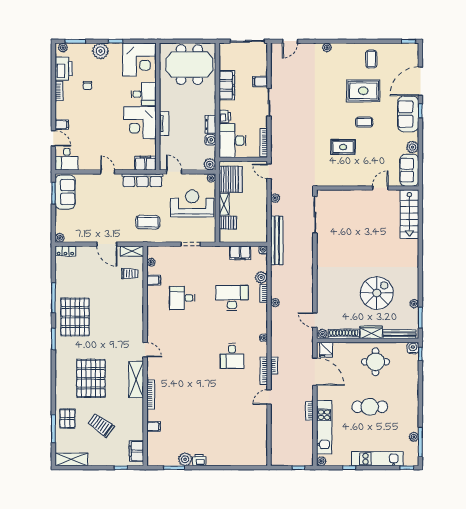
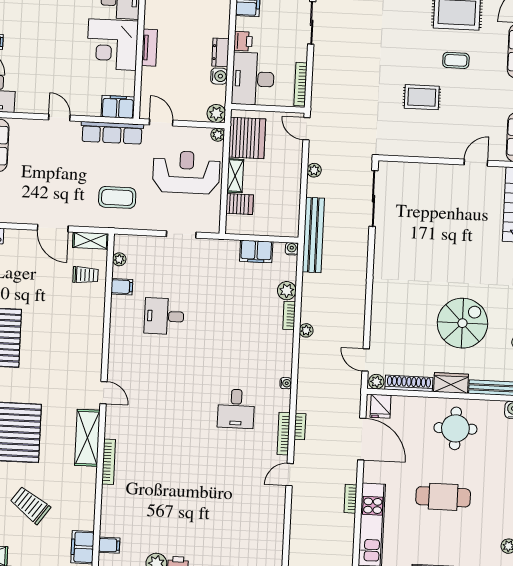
desk: (232, 298) -> (240, 320), removed
filing cabinet: (154, 426) -> (109, 545), moved

